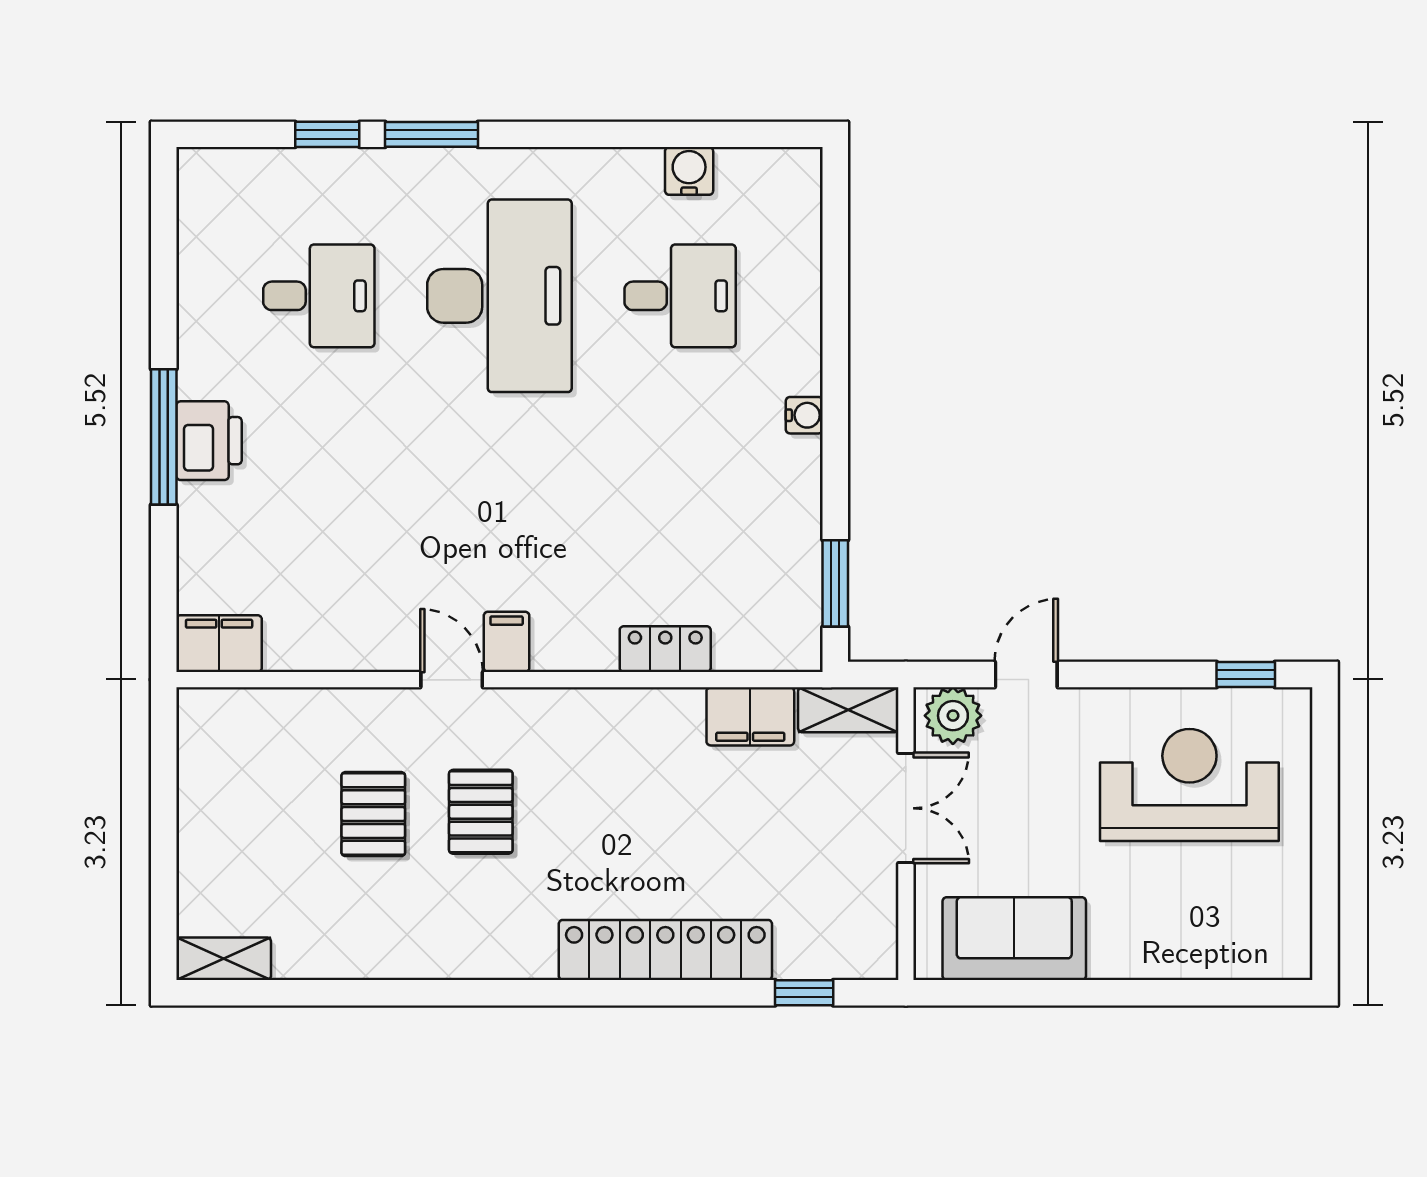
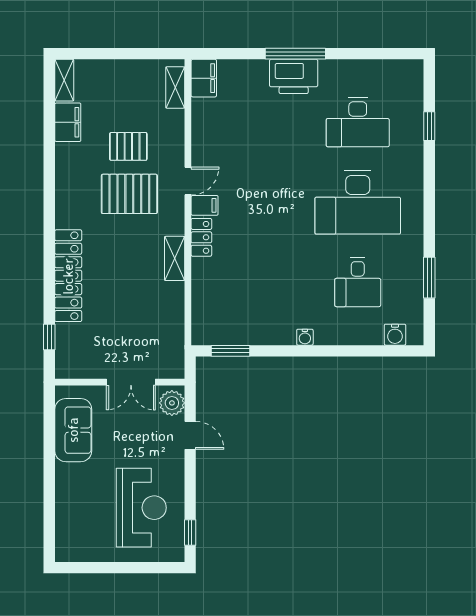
window: (431, 134) -> (429, 278), moved
water cooler: (689, 171) -> (395, 335), moved, turned 90
desk: (319, 296) -> (358, 122), width x1.37
printer: (209, 441) -> (294, 76), width x1.37, depth x1.19
locker: (665, 649) -> (201, 237), moved
shelving: (240, 708) -> (175, 87), added
shelving: (848, 710) -> (175, 258), moved
filing cabinet: (750, 716) -> (68, 122), moved, turned 180
pallet: (481, 812) -> (129, 194), width x1.50, depth x1.42

